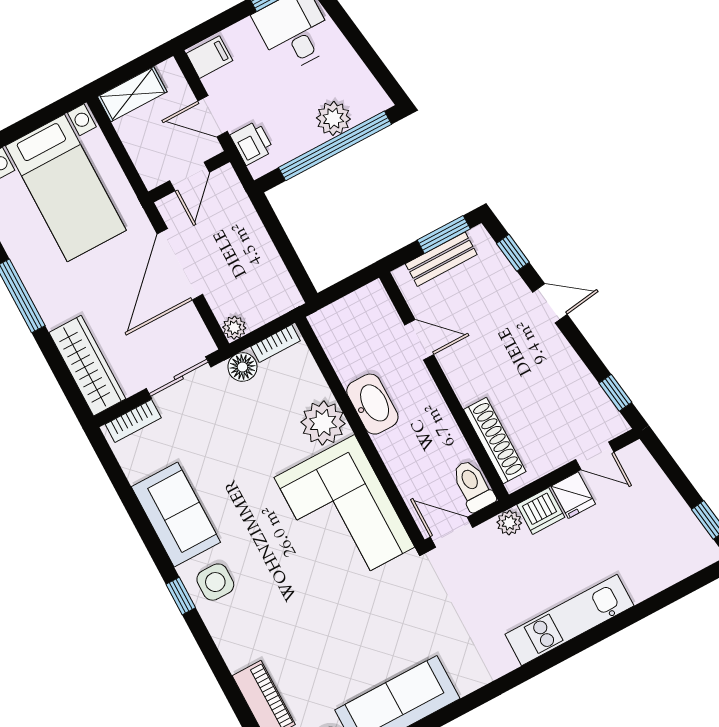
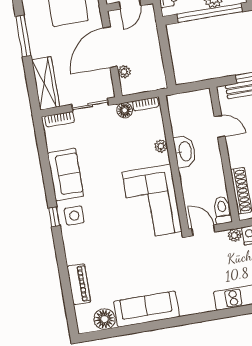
plant: (234, 328) -> (124, 72), moved
plant: (323, 423) -> (161, 146), width x0.53, depth x0.53

